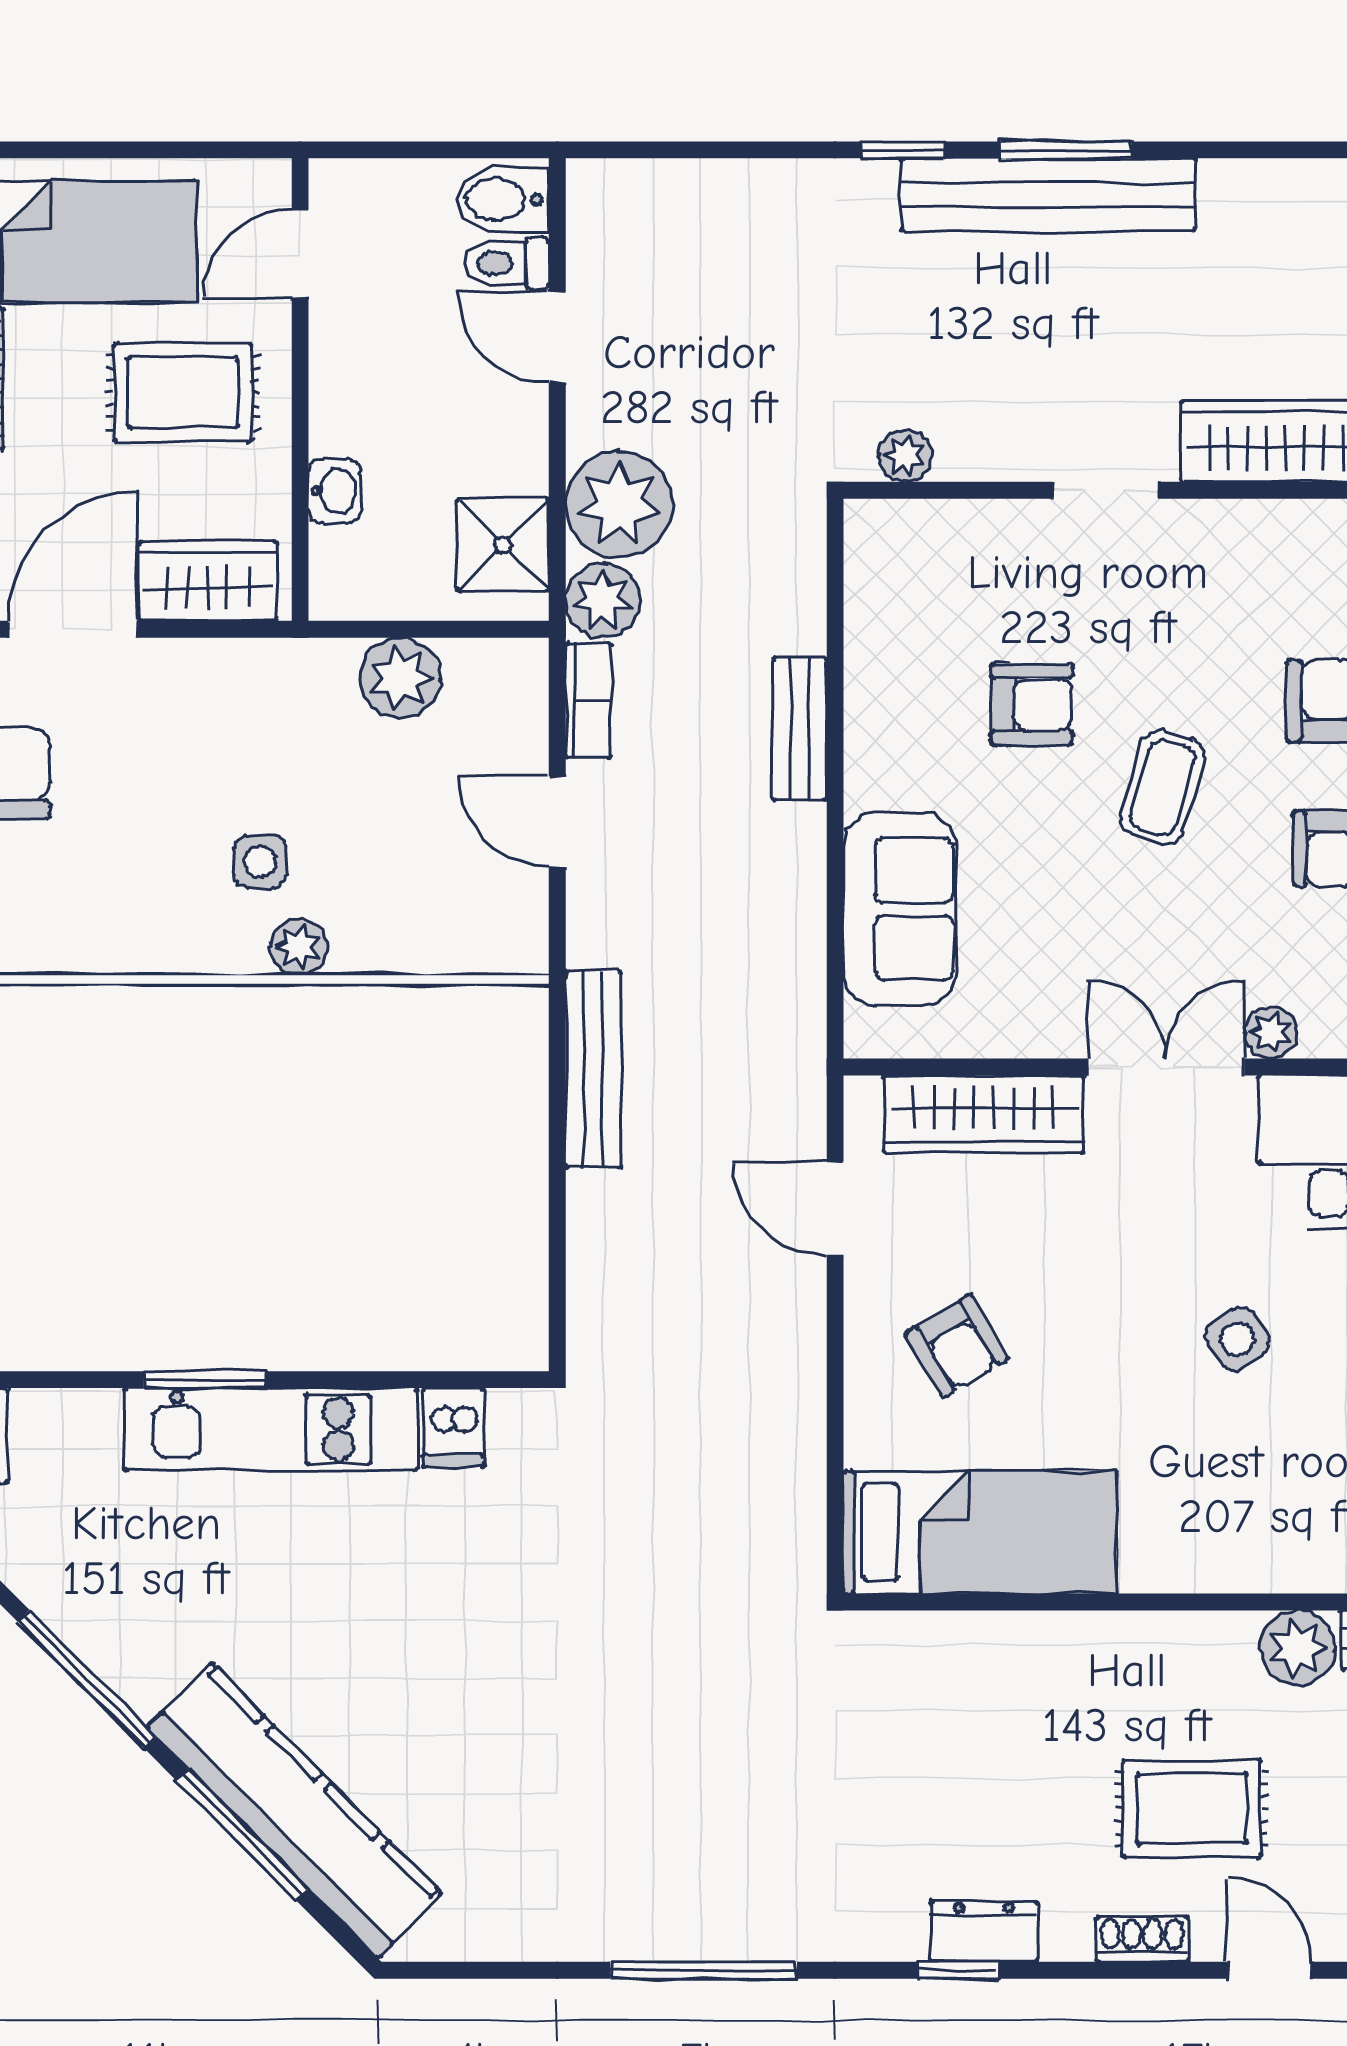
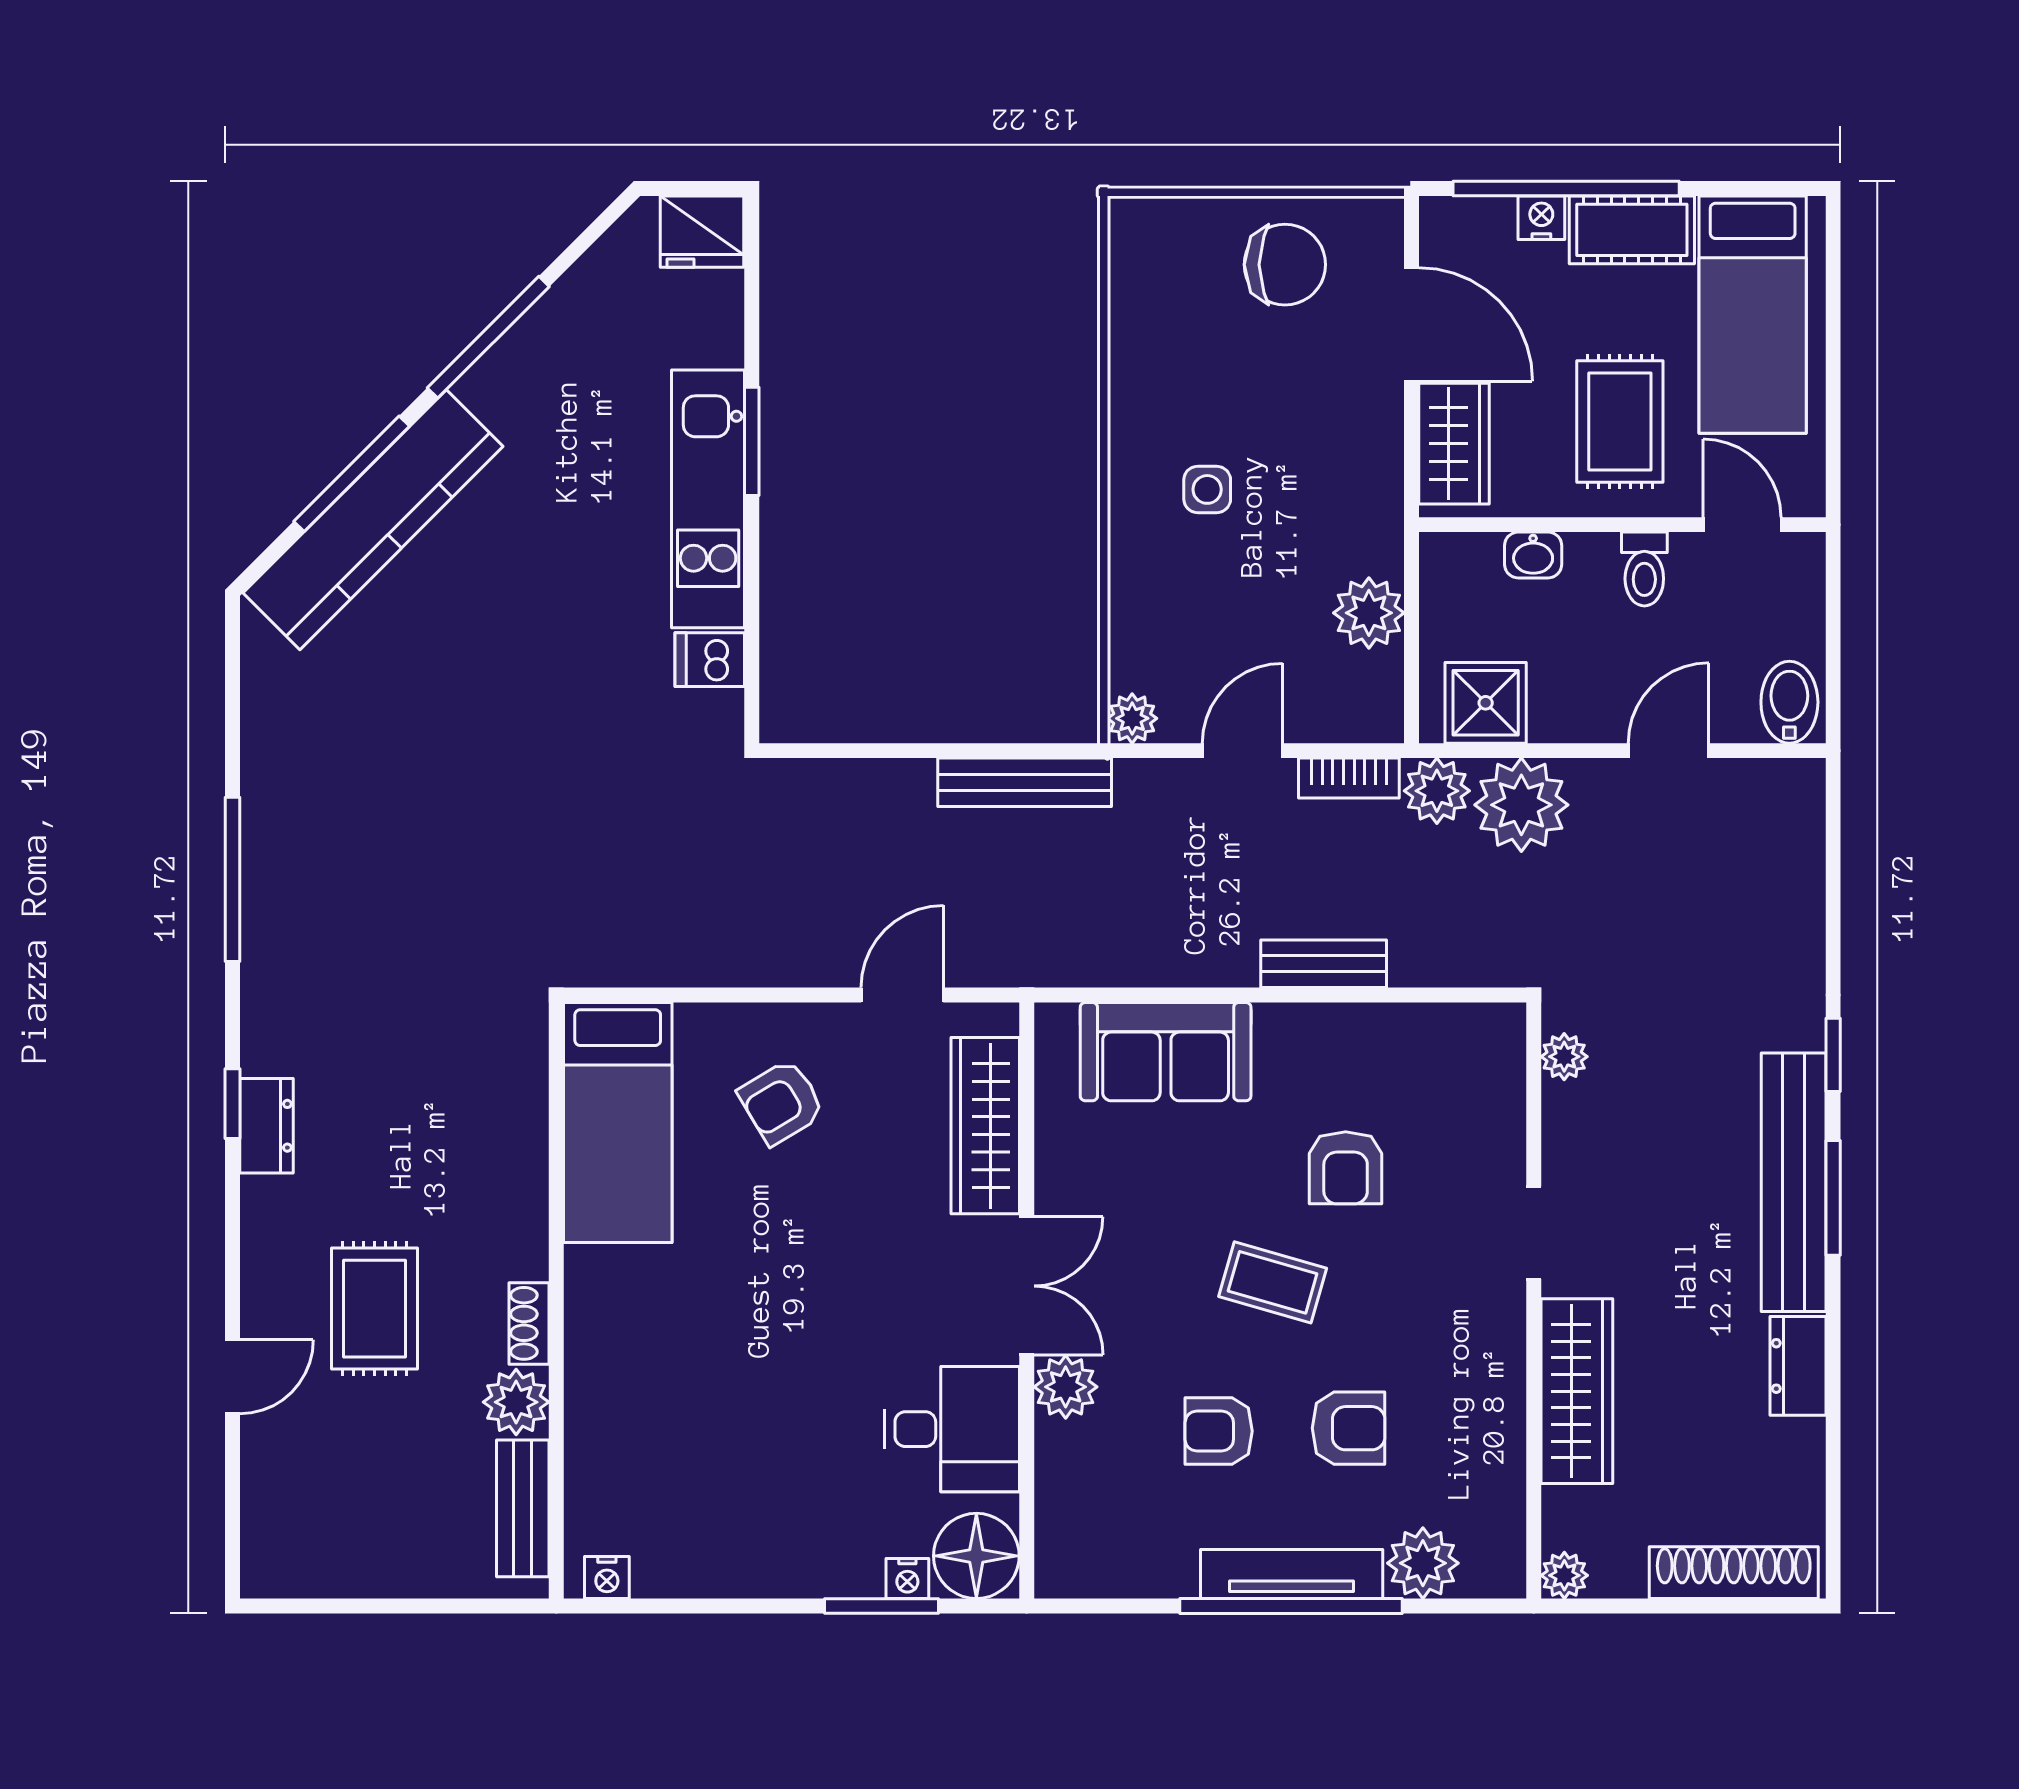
dresser: (1257, 190) -> (1798, 1366), added
toilet: (507, 263) -> (1644, 569), moved, turned 180
plant: (298, 947) -> (1132, 718), moved
plant: (1271, 1033) -> (1066, 1387), width x1.38, depth x1.38
side table: (1237, 1339) -> (787, 1349), removed
shoe rack: (1142, 1939) -> (529, 1323), moved, turned 180

